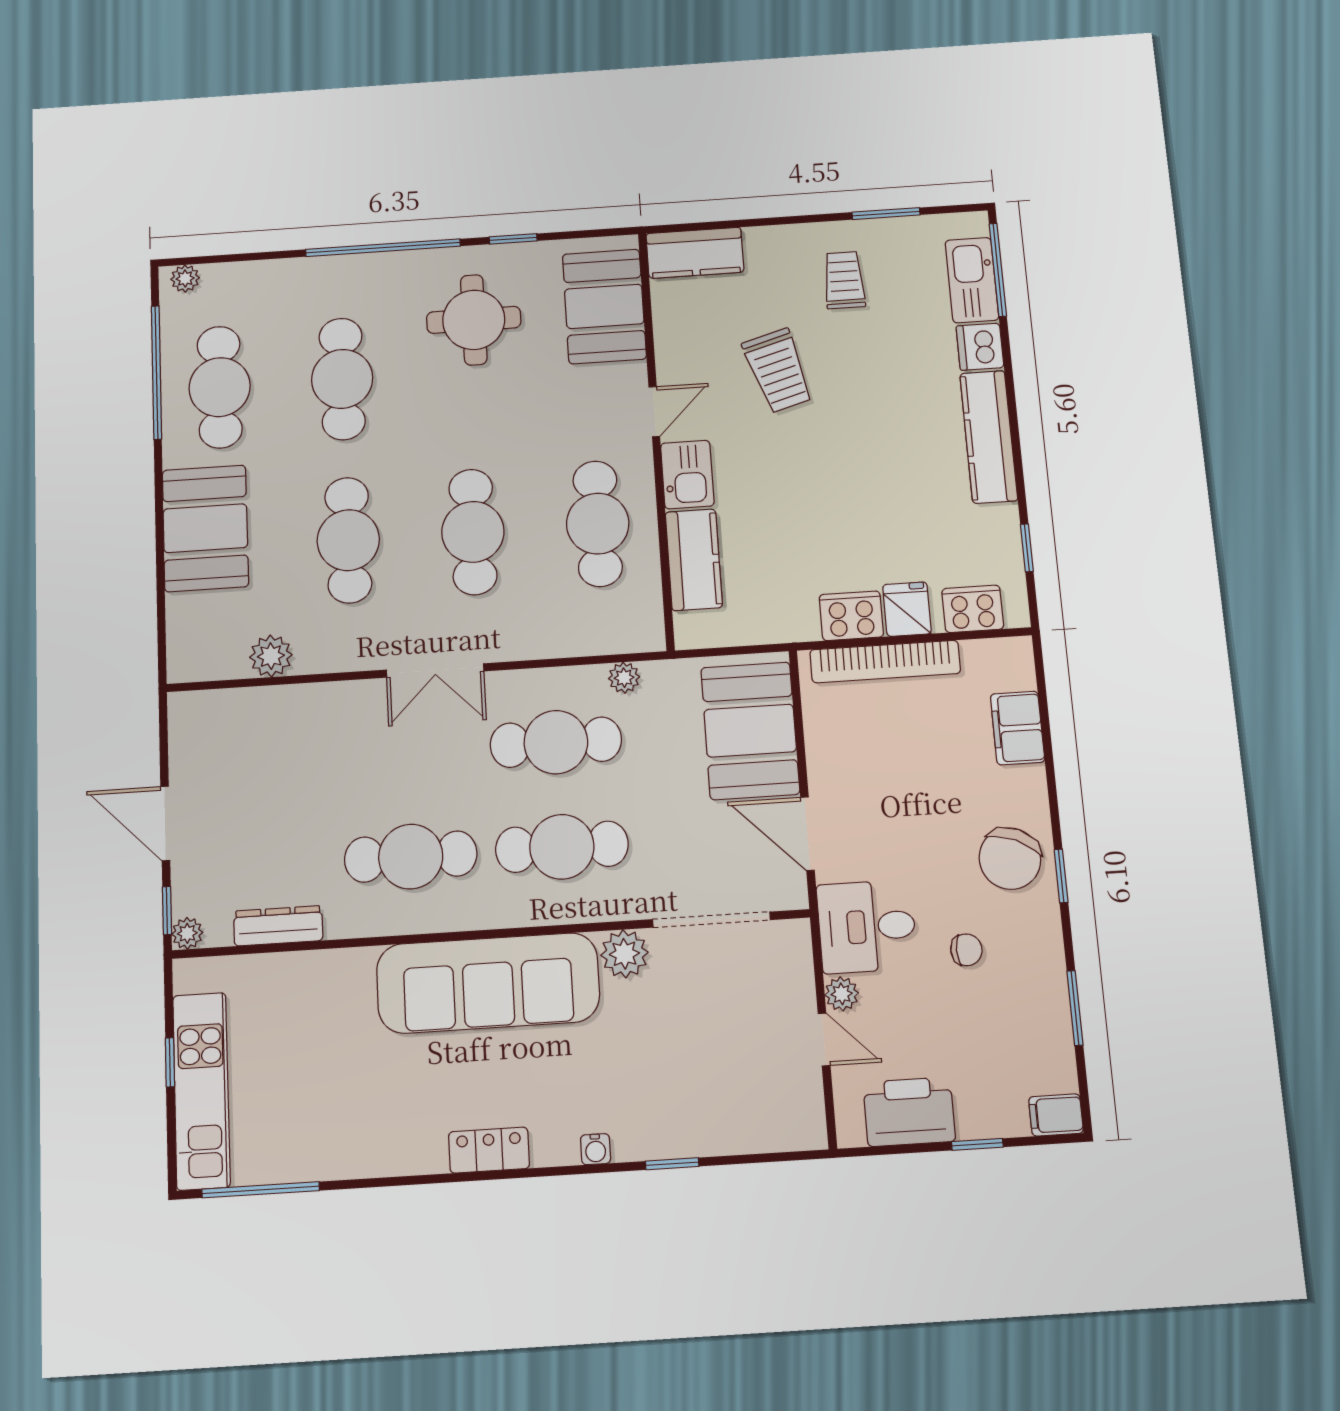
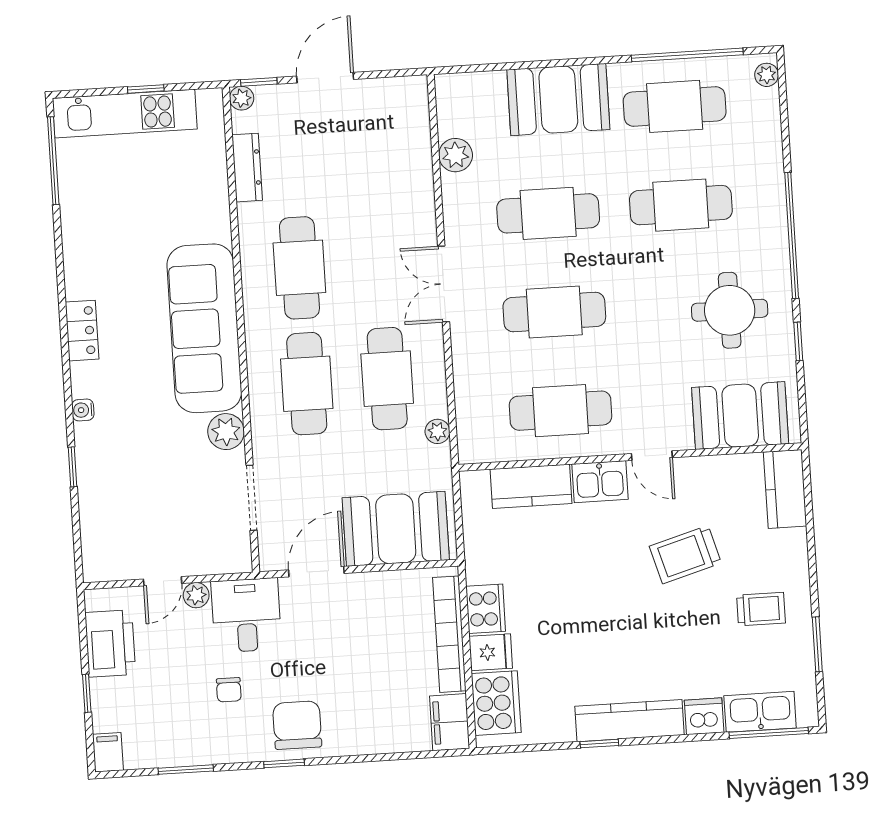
window: (1027, 548) -> (599, 744), moved
cooker: (973, 609) -> (496, 703), width x1.37, depth x1.31
filing cabinet: (1018, 728) -> (450, 722), moved, turned -90
chair: (1010, 859) -> (297, 725), turned 67
doorway: (711, 920) -> (252, 498), width x0.73

